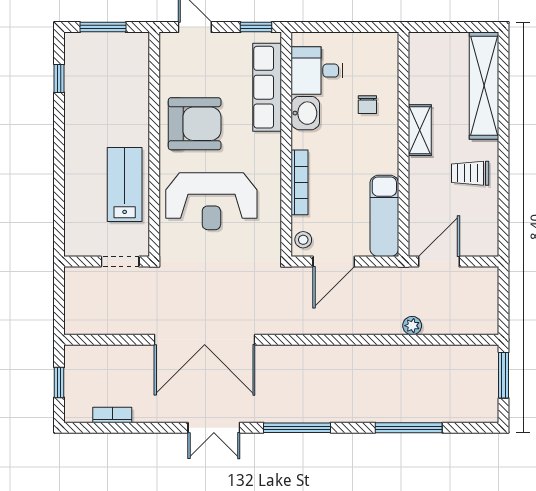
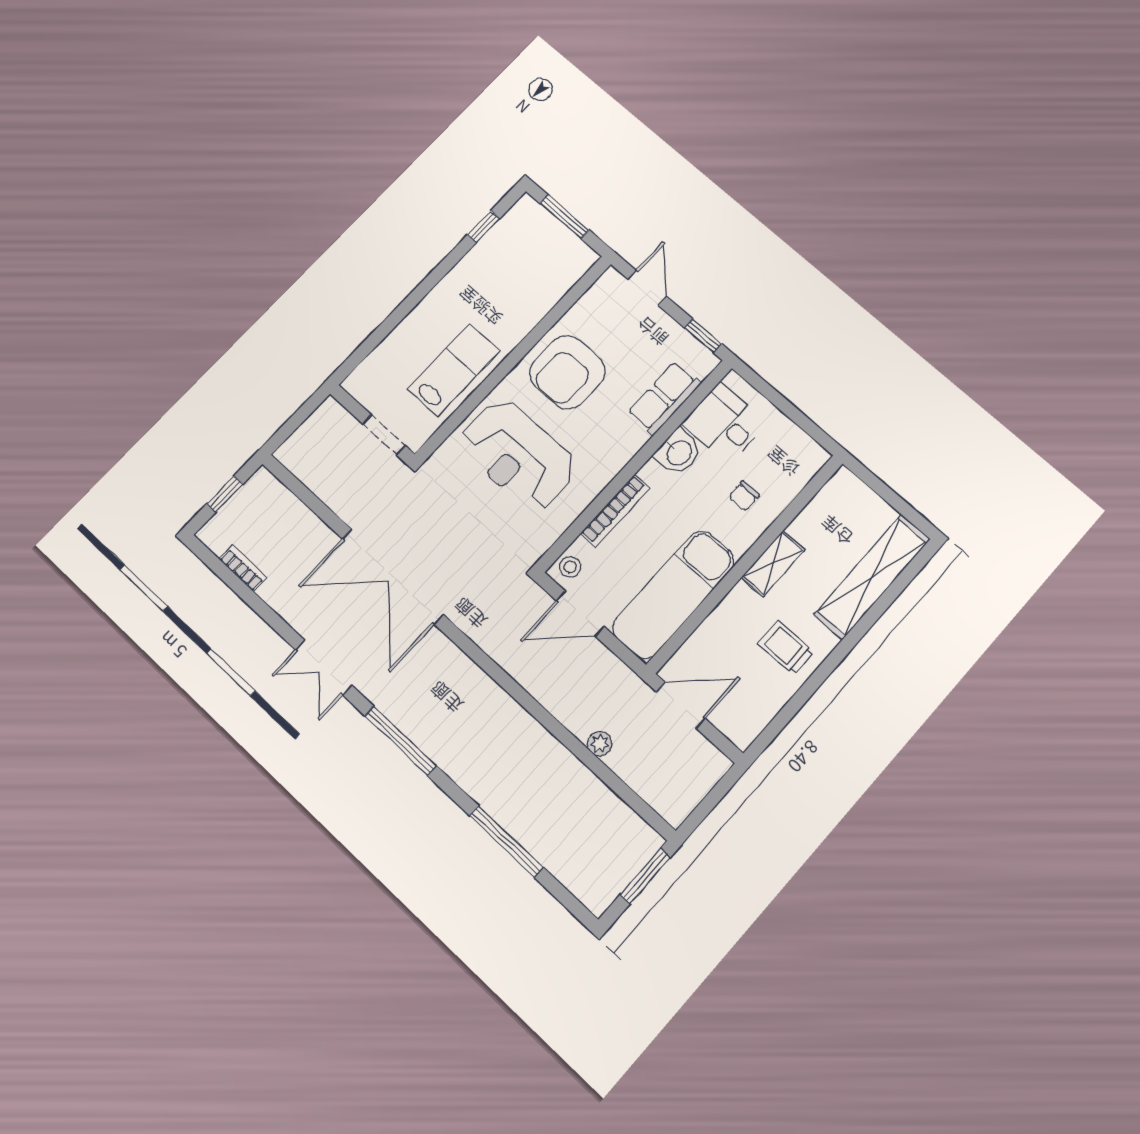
row of seats: (267, 87) -> (664, 398), width x0.68
armchair: (195, 124) -> (568, 372), turned 90
exam couch: (384, 216) -> (673, 594), width x1.36, depth x1.45

